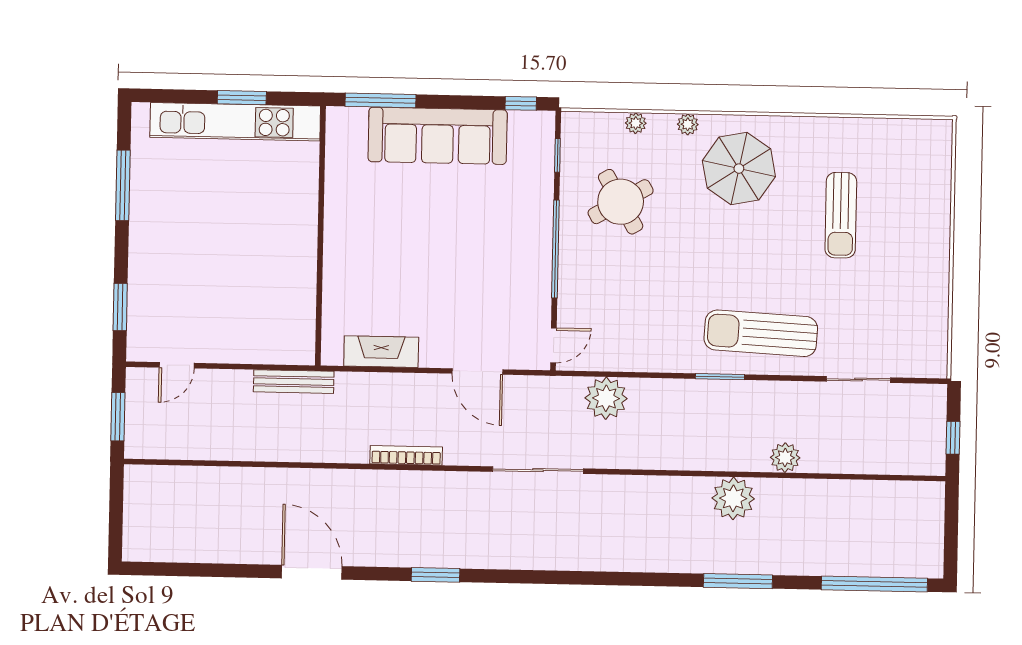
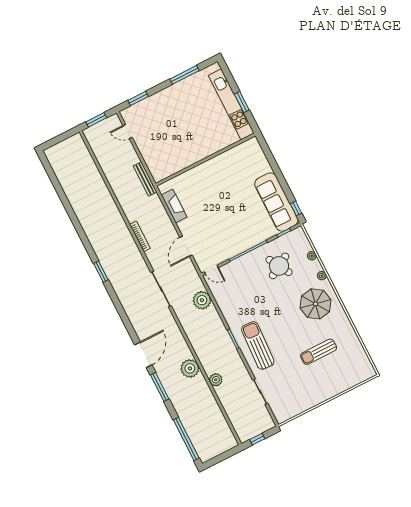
window: (381, 100) -> (269, 155), removed
sofa: (438, 136) -> (276, 202), moved
door: (312, 572) -> (143, 355), moved

